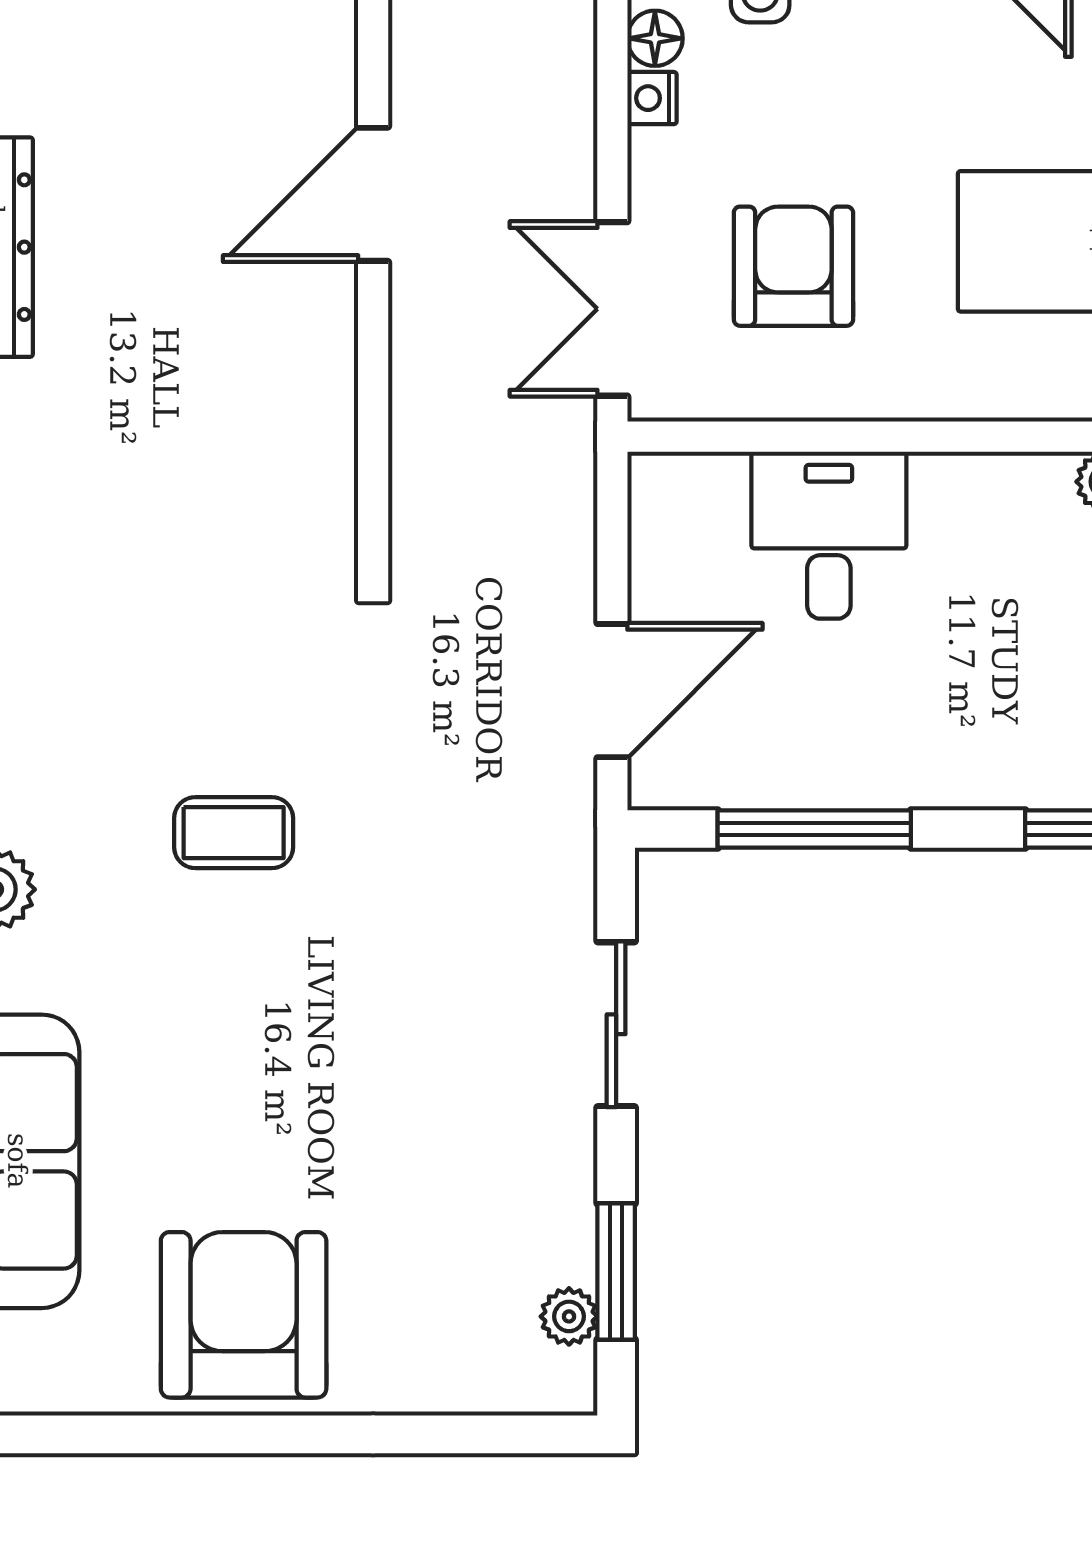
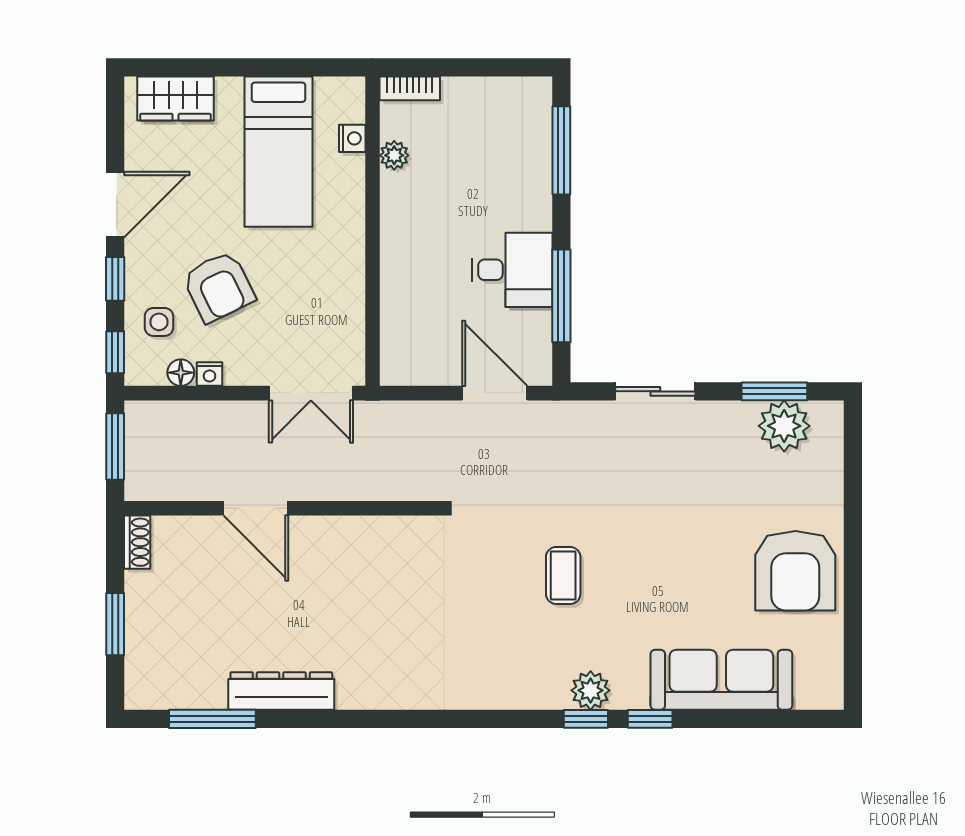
armchair: (793, 266) -> (219, 287), moved, turned -116
desk: (829, 535) -> (512, 270), moved, turned 180
armchair: (244, 1315) -> (795, 571), turned -90
plant: (569, 1316) -> (784, 426), width x1.88, depth x1.88

